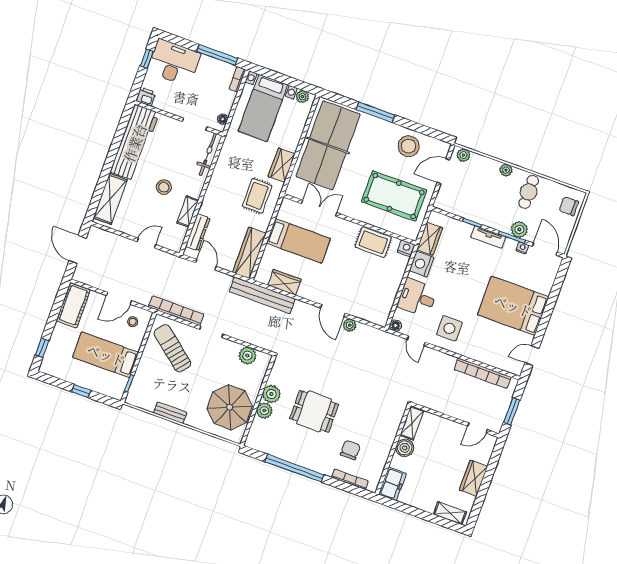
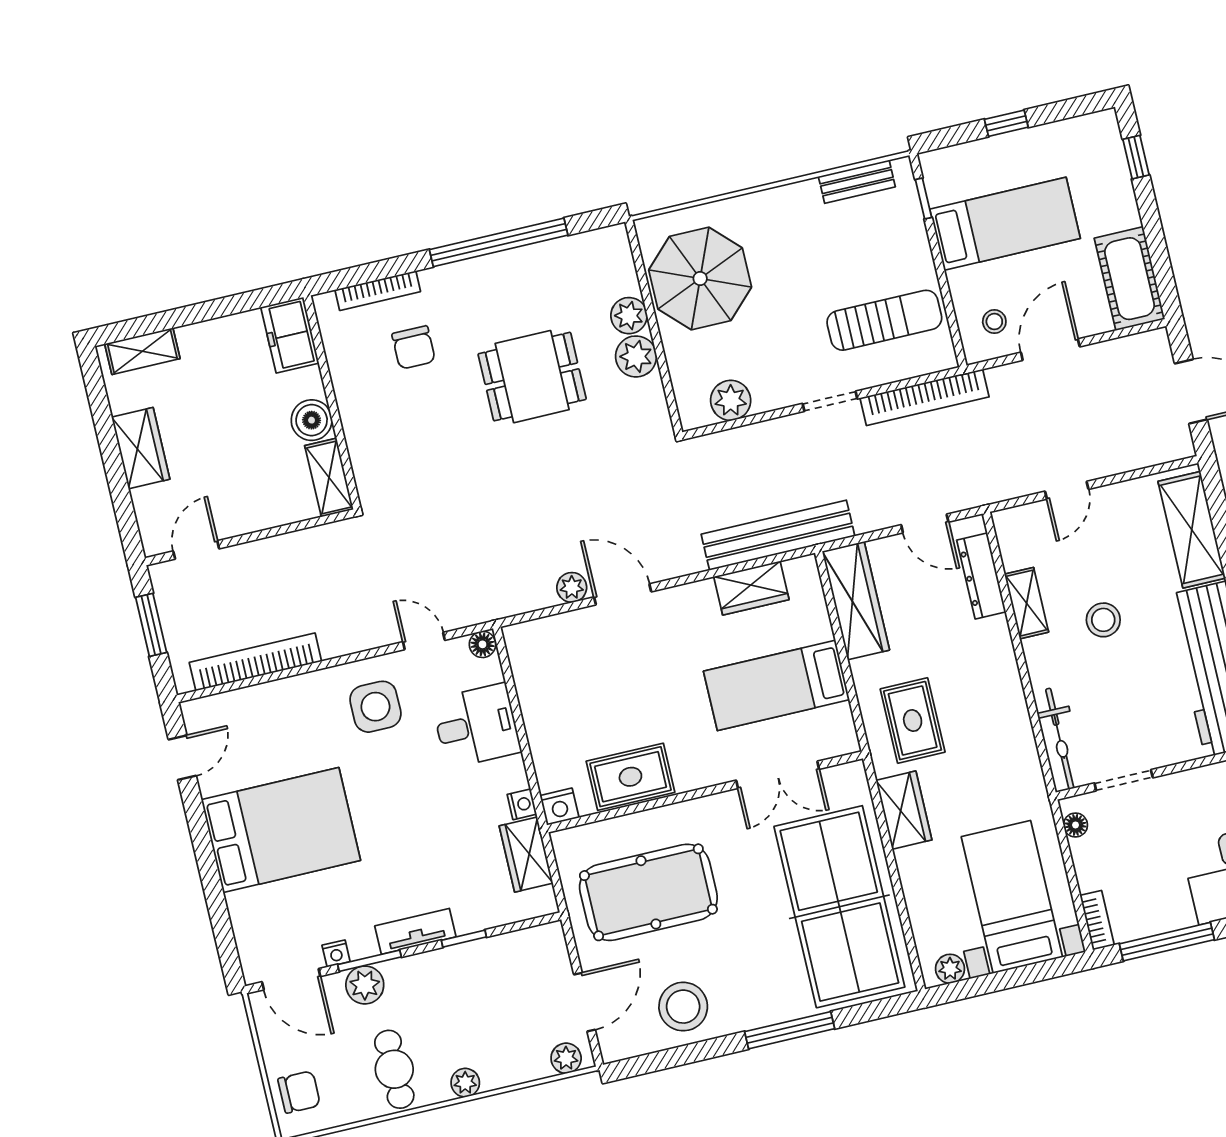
nightstand: (422, 264) -> (522, 804), width x0.53, depth x0.56
sun lounger: (172, 348) -> (884, 320), turned -39
bench: (170, 413) -> (857, 182), moved

